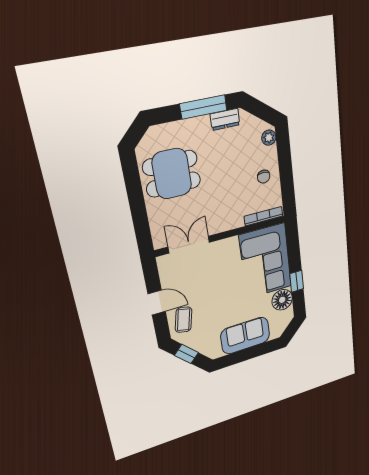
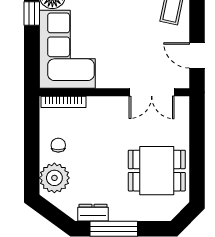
plant: (269, 138) -> (54, 178), width x1.88, depth x1.88
door: (157, 303) -> (197, 55), moved

